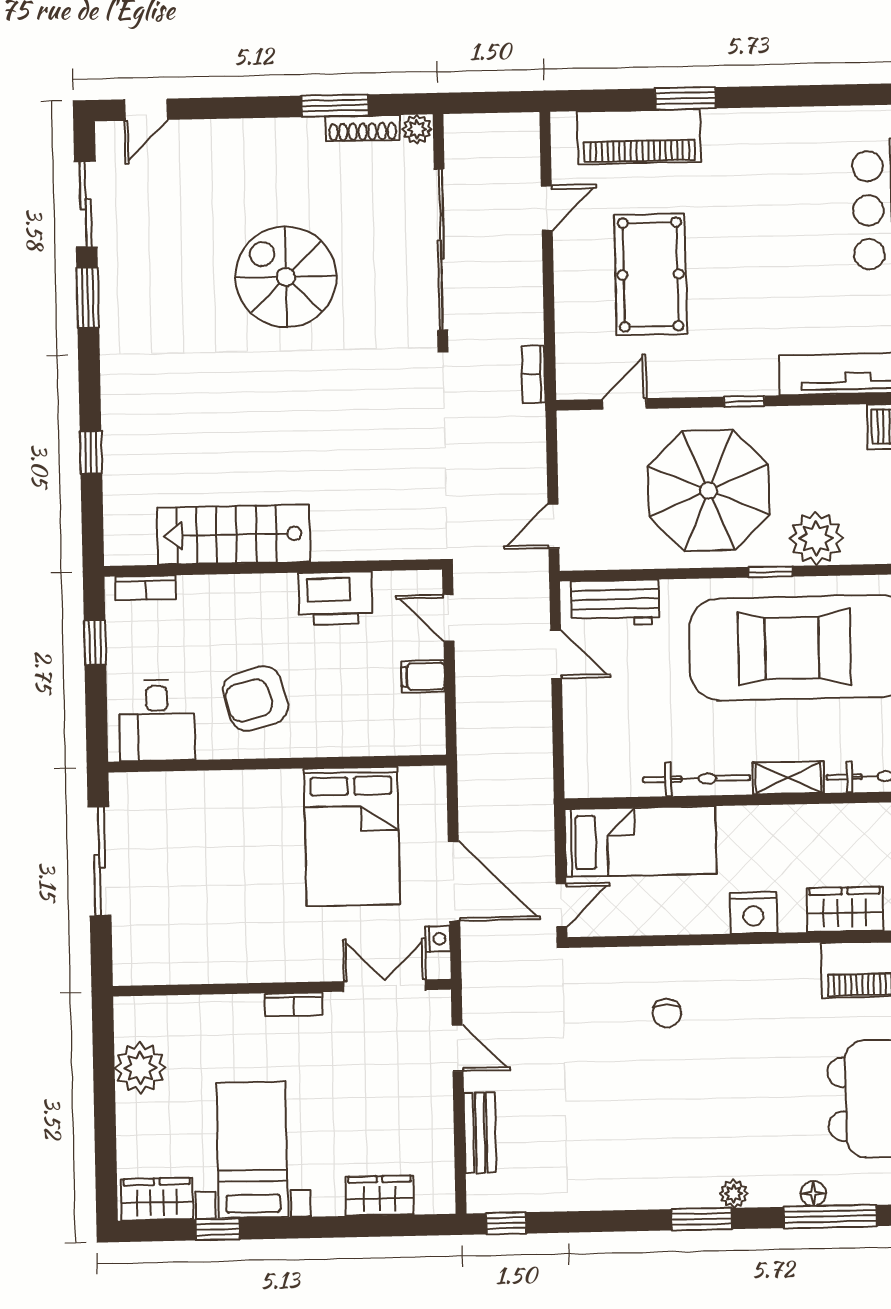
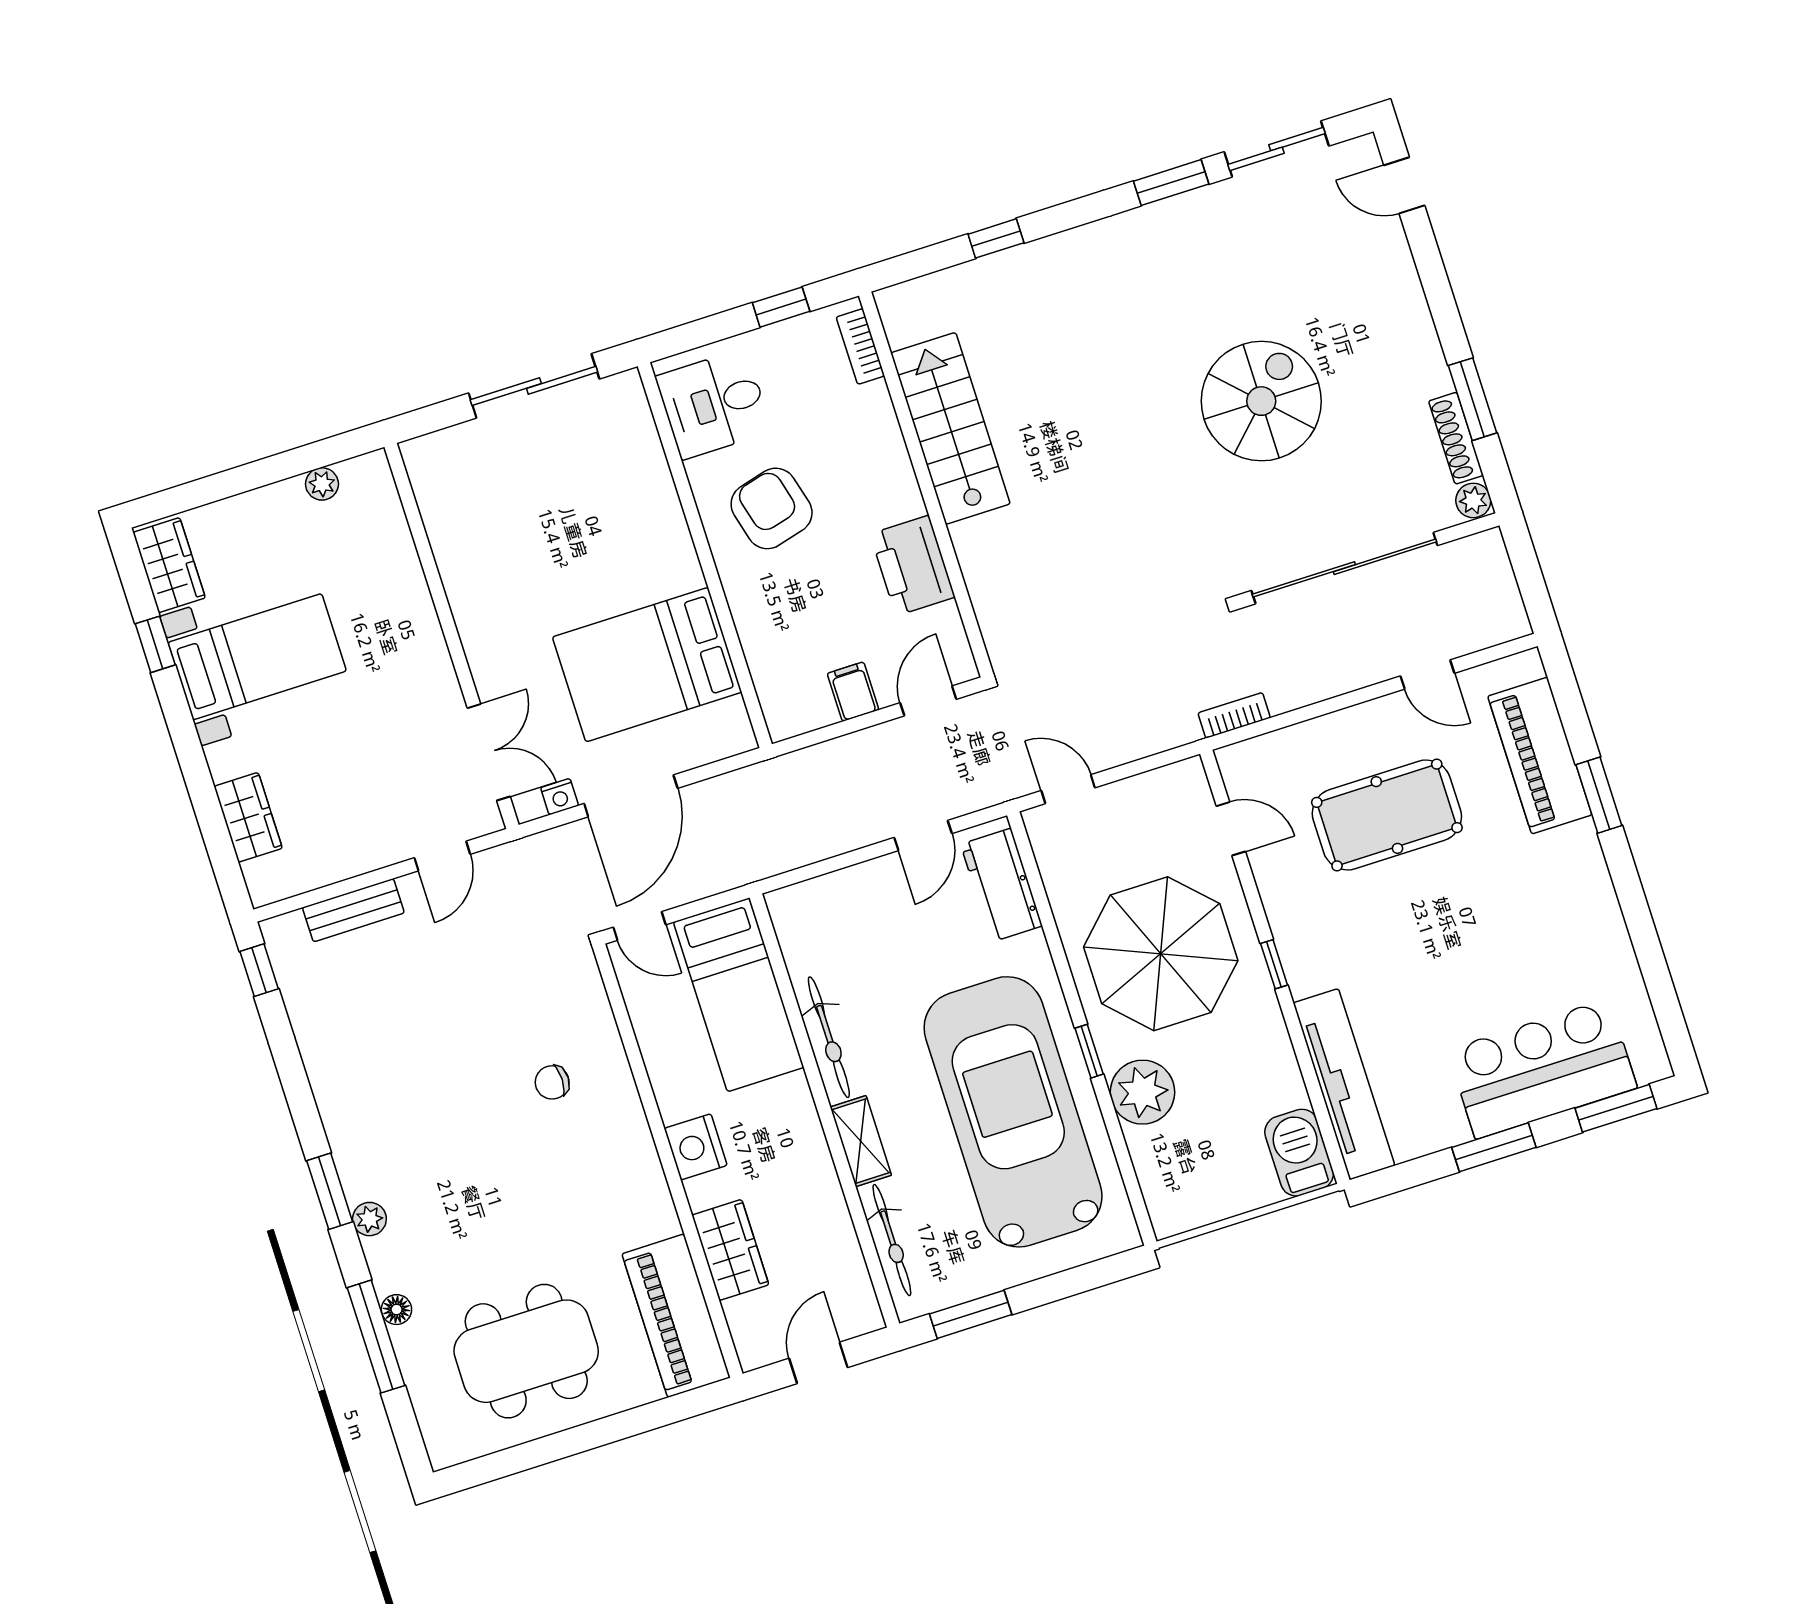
bookcase: (294, 1004) -> (437, 655), removed
plant: (140, 1068) -> (322, 484), width x0.53, depth x0.53

